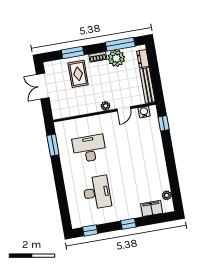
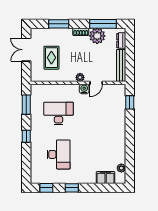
rug: (78, 74) -> (51, 58), moved
water cooler: (144, 112) -> (84, 89), moved
window: (59, 179) -> (26, 136), added
window: (128, 224) -> (72, 188), moved

